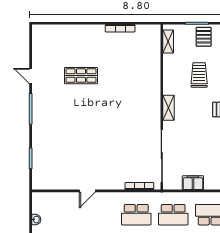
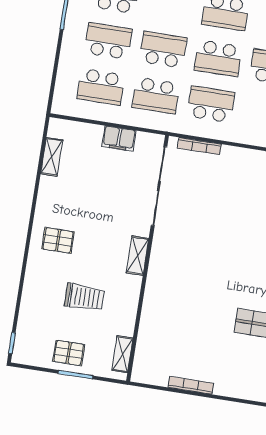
pallet: (204, 37) -> (69, 353), turned 90
trolley: (199, 75) -> (84, 297), turned -90
school desk: (173, 215) -> (156, 96), turned 180

